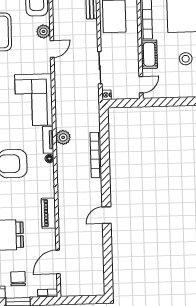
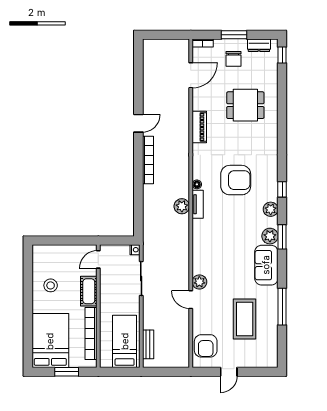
plant: (43, 31) -> (199, 282), moved
door: (52, 49) -> (191, 300), hinge flipped
corner sofa: (34, 100) -> (212, 247), removed
bookcase: (96, 155) -> (148, 160), moved

